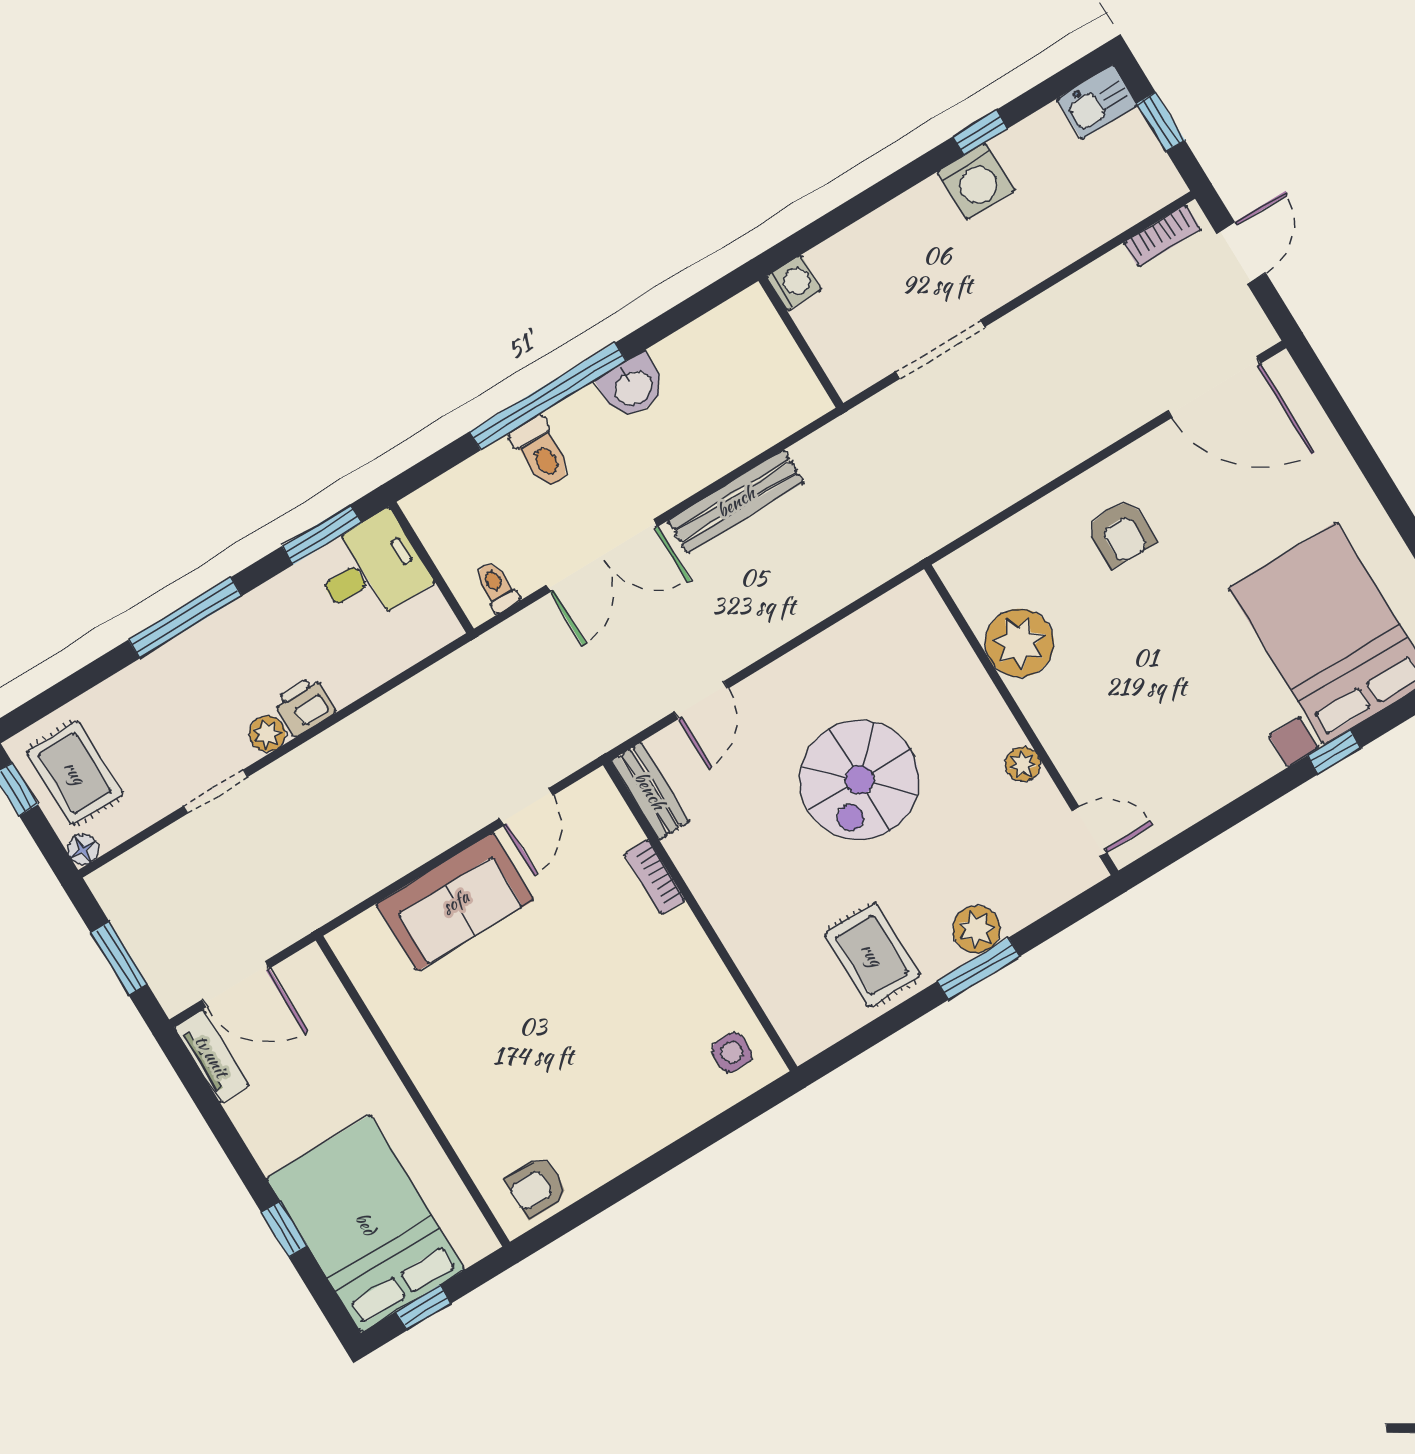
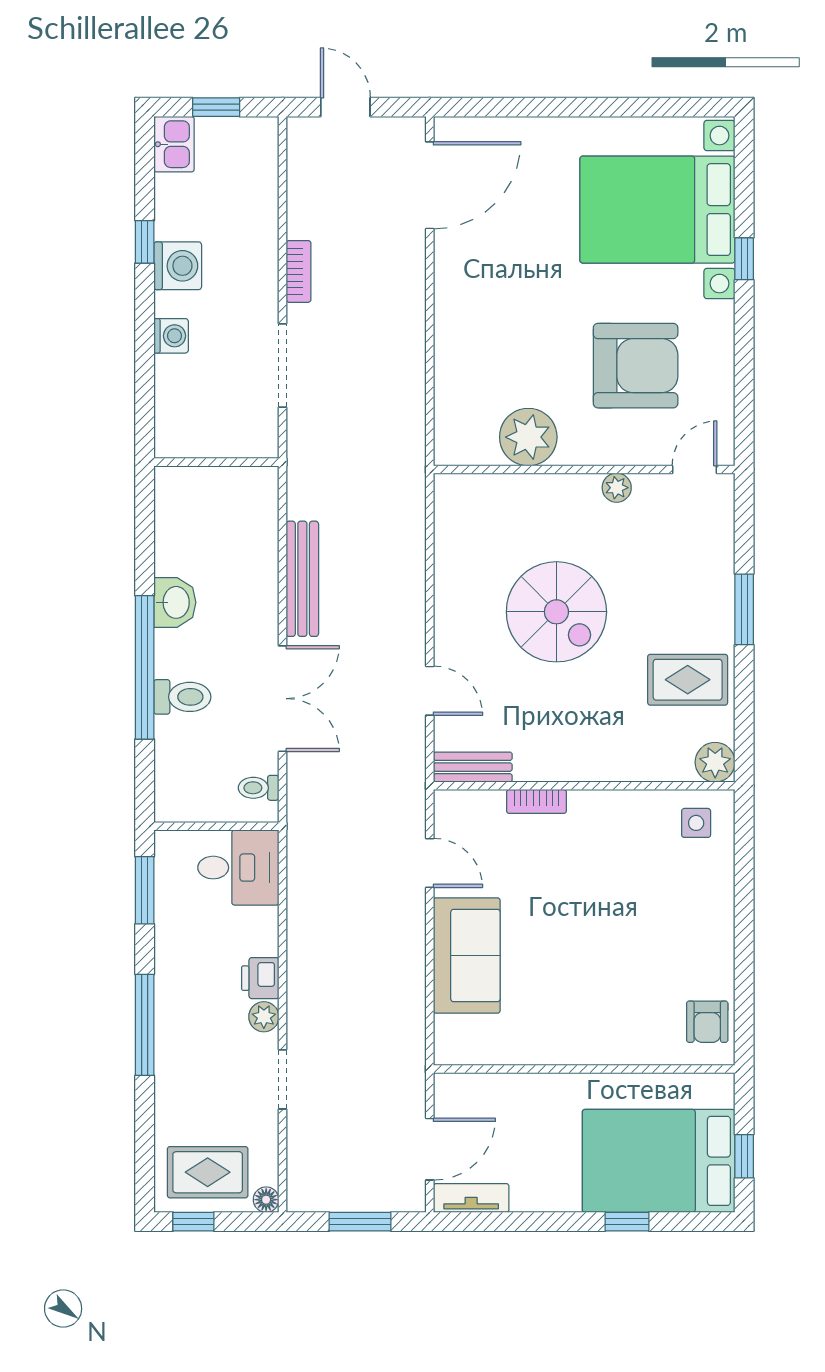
bookcase: (1162, 236) -> (299, 271), moved
washing machine: (794, 283) -> (171, 336), moved, turned 90
armchair: (1121, 533) -> (636, 366), moved, width x1.88, depth x1.88
desk: (371, 570) -> (238, 868), moved, turned 90
plant: (977, 929) -> (715, 762), moved

